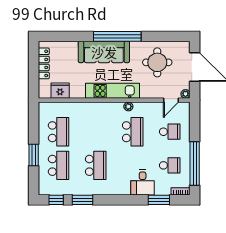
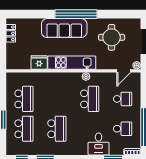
locker: (44, 63) -> (11, 33), width x0.66
fridge: (60, 91) -> (39, 62), moved

